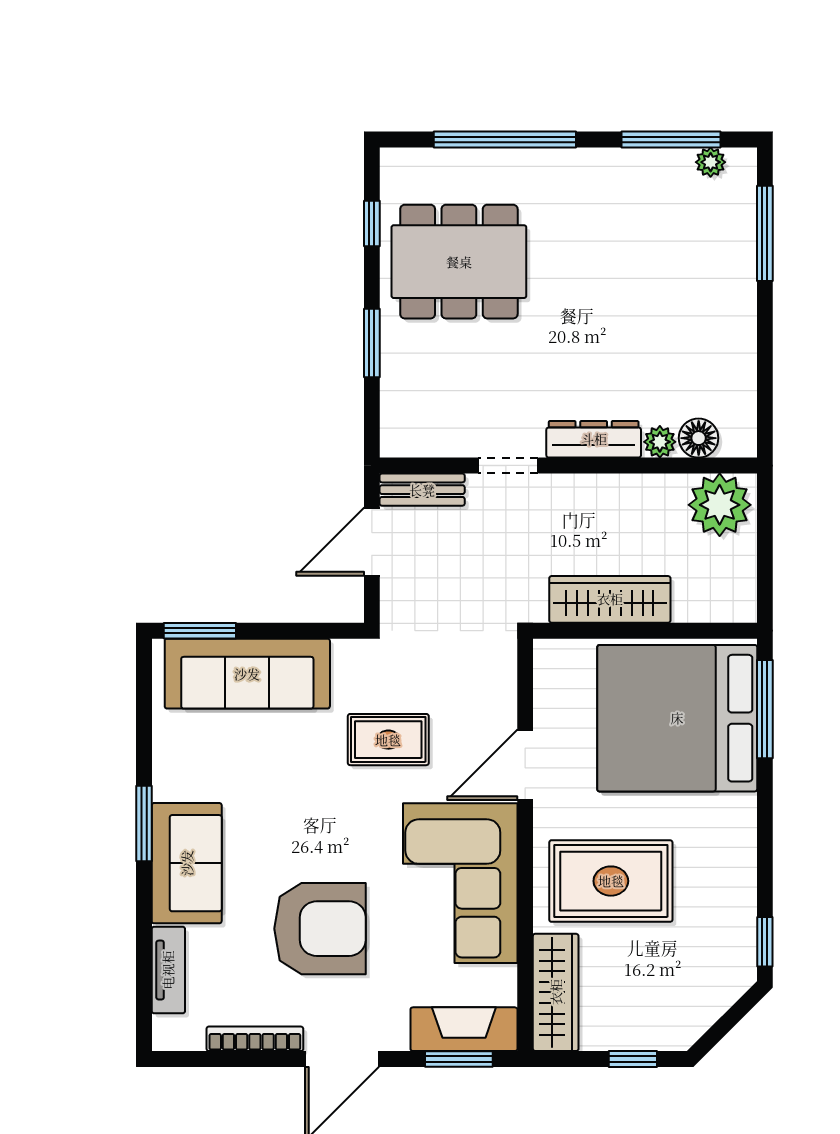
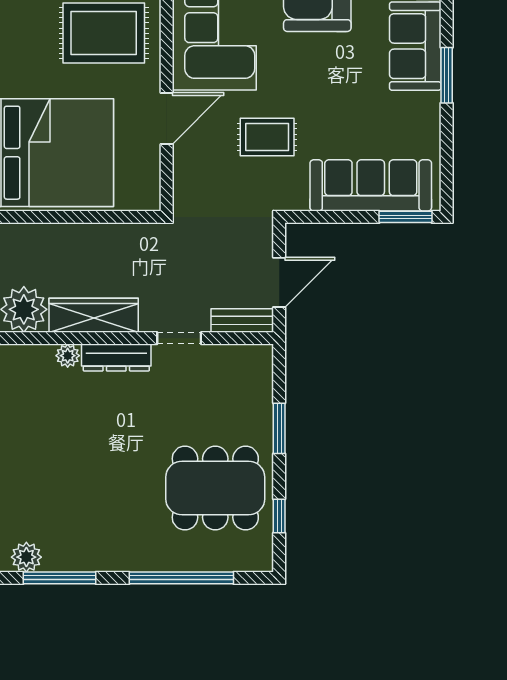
plant: (711, 162) -> (26, 557), width x1.38, depth x1.38
floor lamp: (699, 438) -> (39, 358), removed
wardrobe: (610, 599) -> (94, 315), moved, turned 180

